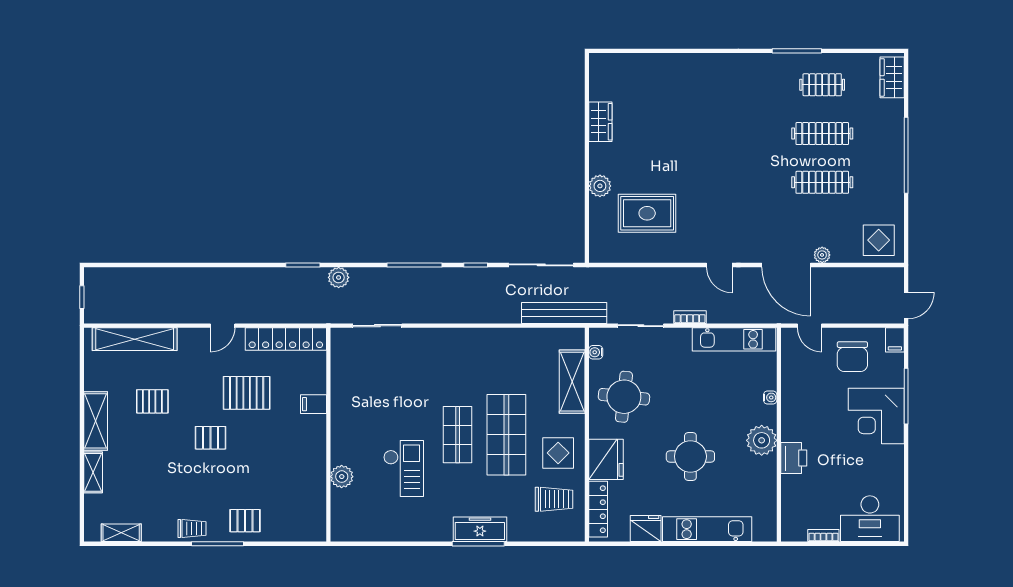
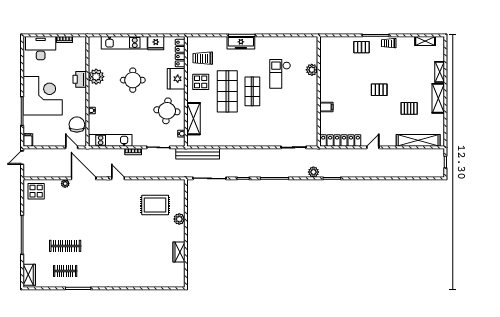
clothes rail: (822, 182) -> (65, 221), removed
chair: (852, 357) -> (77, 125), moved
pallet: (247, 393) -> (361, 113), removed
corner desk: (876, 416) -> (43, 96), width x1.36, depth x1.36
plant: (762, 440) -> (96, 77), moved

